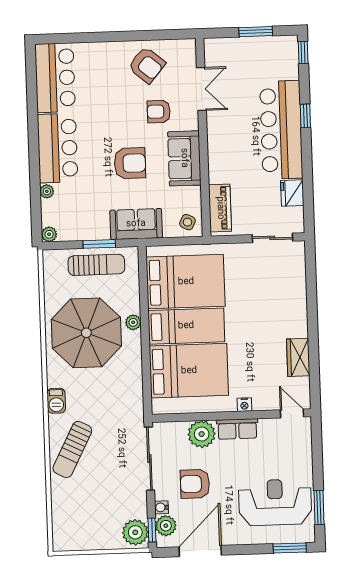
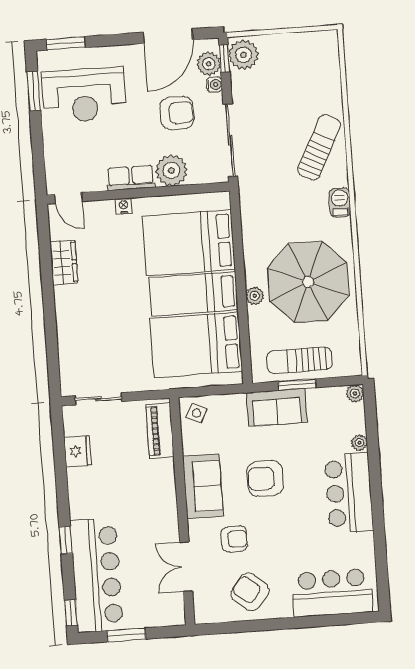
bar counter: (55, 78) -> (332, 593), moved, turned 90
bar counter: (281, 130) -> (97, 575), moved
sofa: (136, 224) -> (277, 407), moved

